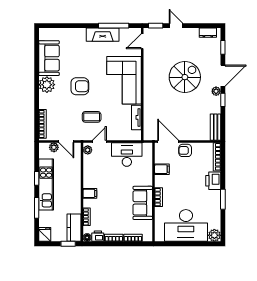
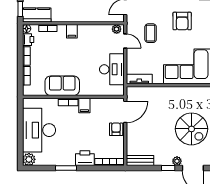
tv unit: (136, 117) -> (139, 79), moved
filing cabinet: (162, 169) -> (84, 105), moved

